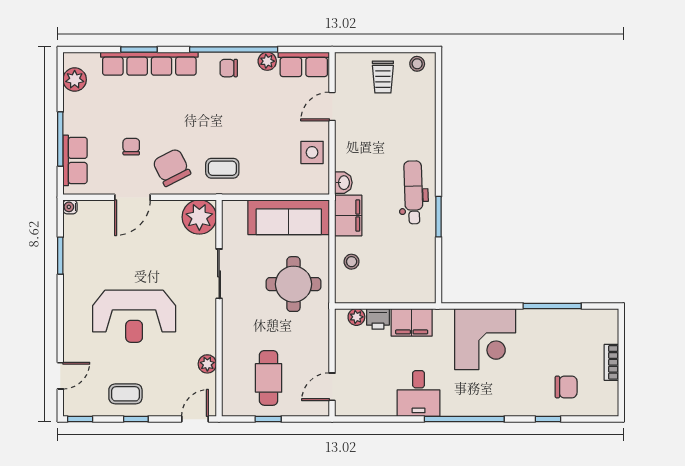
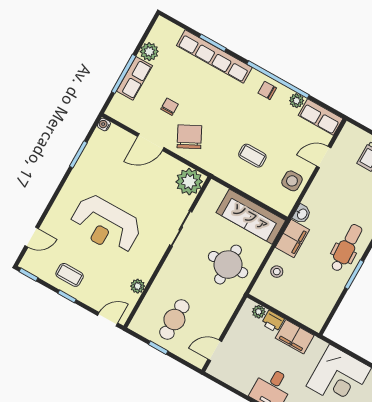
plant: (75, 80) -> (149, 52), moved
row of seats: (75, 160) -> (134, 78), moved
coffee table: (222, 168) -> (252, 156), moved

